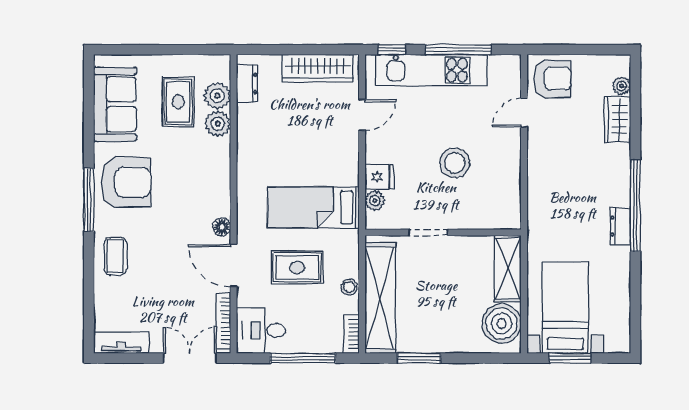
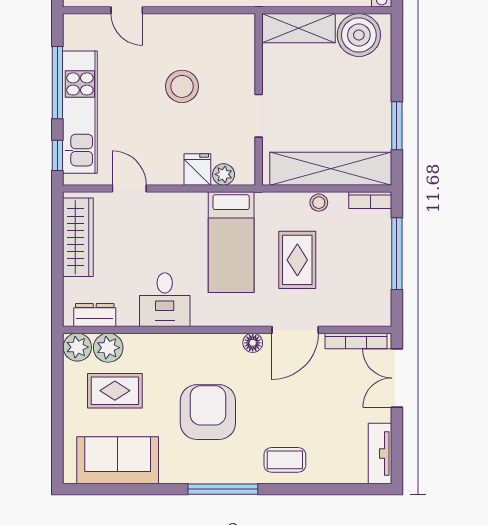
plant: (218, 124) -> (77, 347), moved
armchair: (126, 182) -> (208, 412), moved
desk: (261, 331) -> (165, 300), moved

